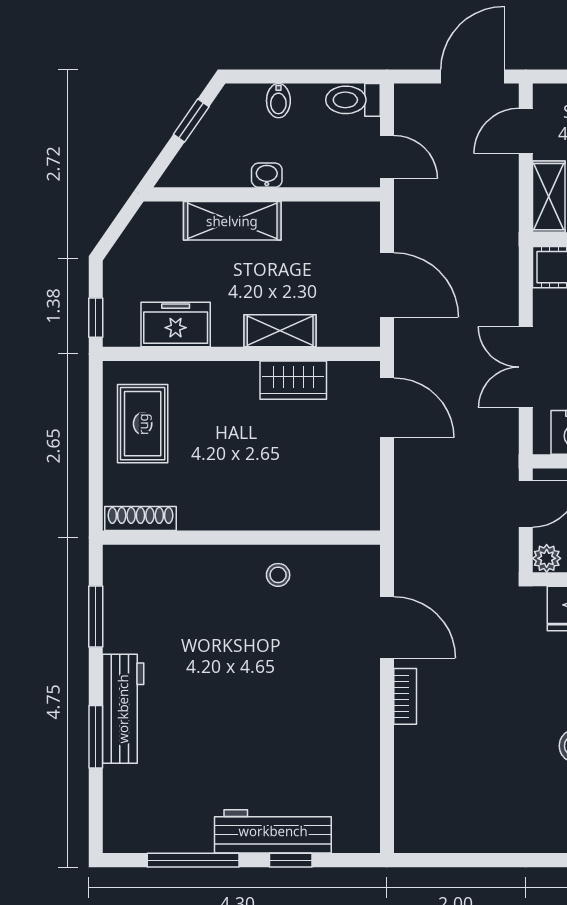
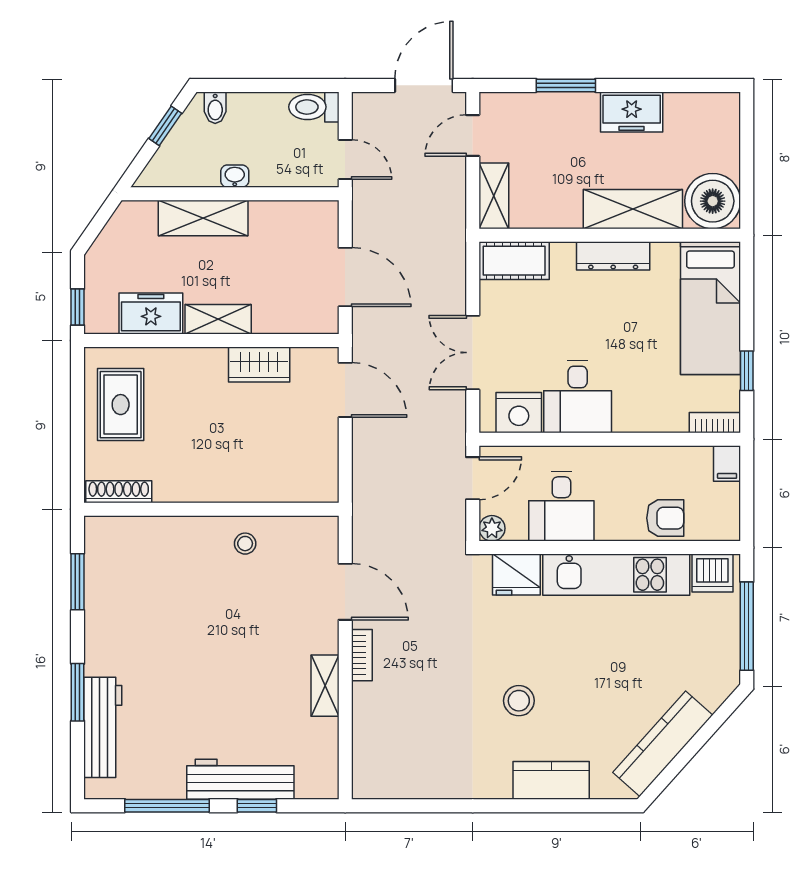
bidet: (278, 101) -> (215, 108), moved
shelving: (280, 331) -> (218, 319), moved
workbench: (123, 709) -> (103, 727), moved
shelving: (365, 729) -> (325, 686), added

